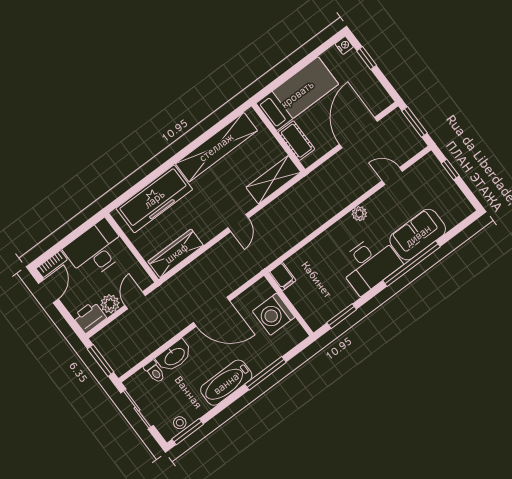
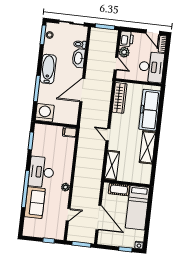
shelving: (216, 147) -> (148, 147), width x0.68
washing machine: (274, 314) -> (45, 113), moved

